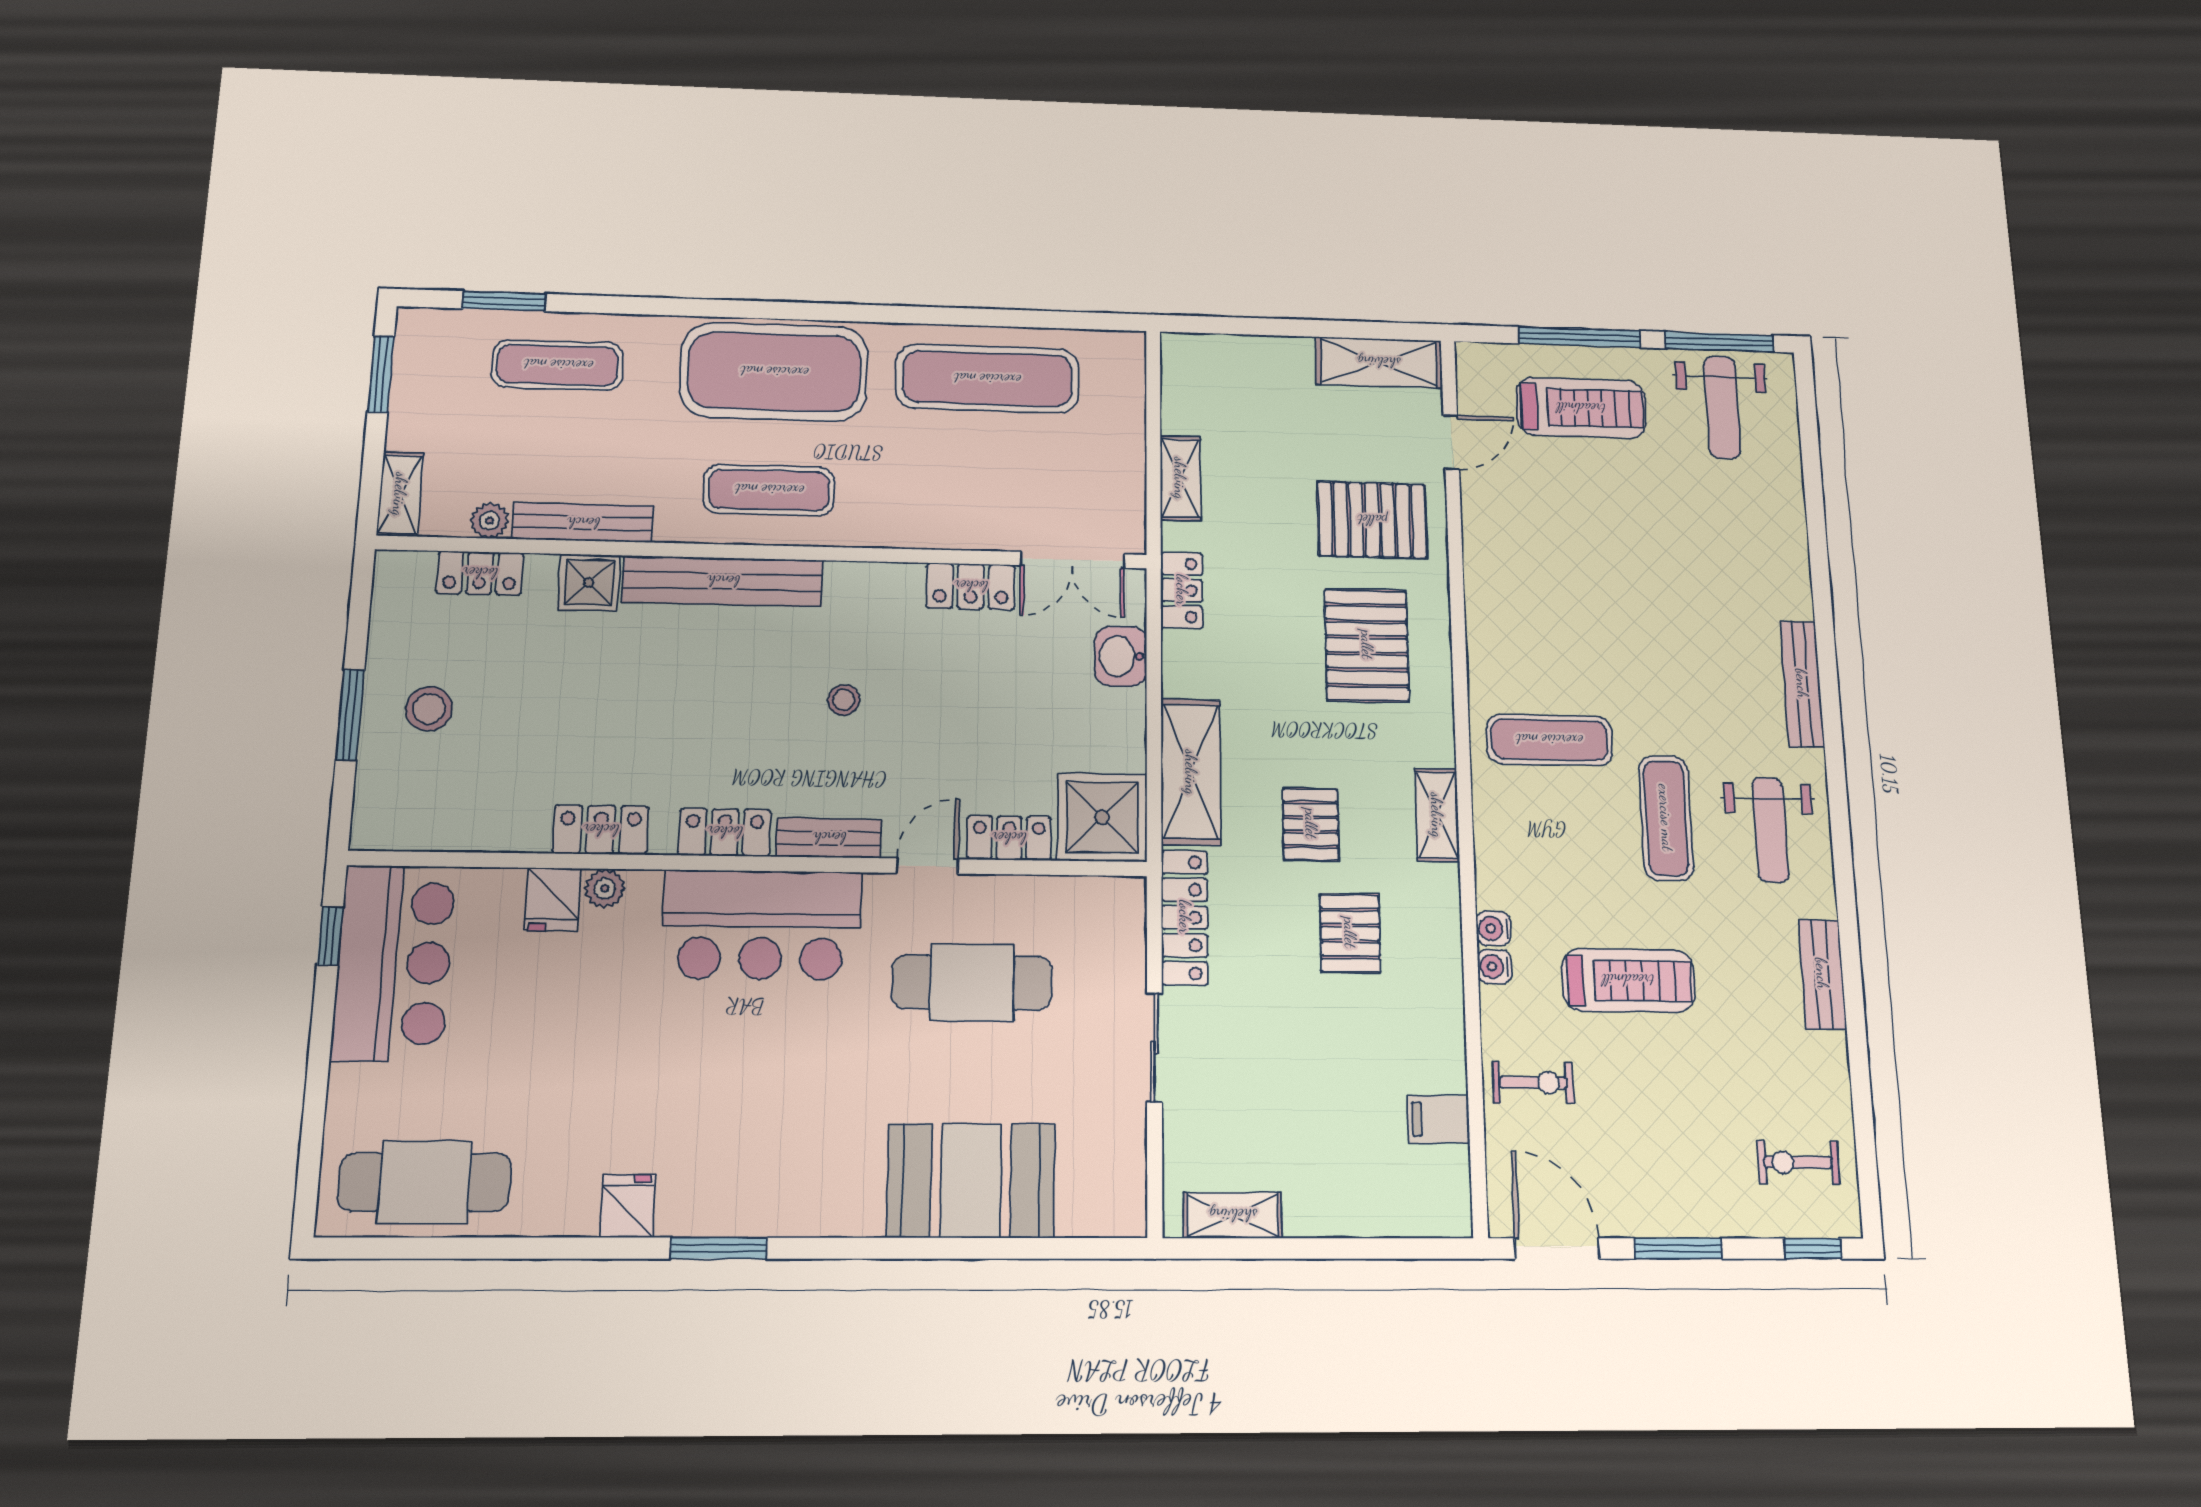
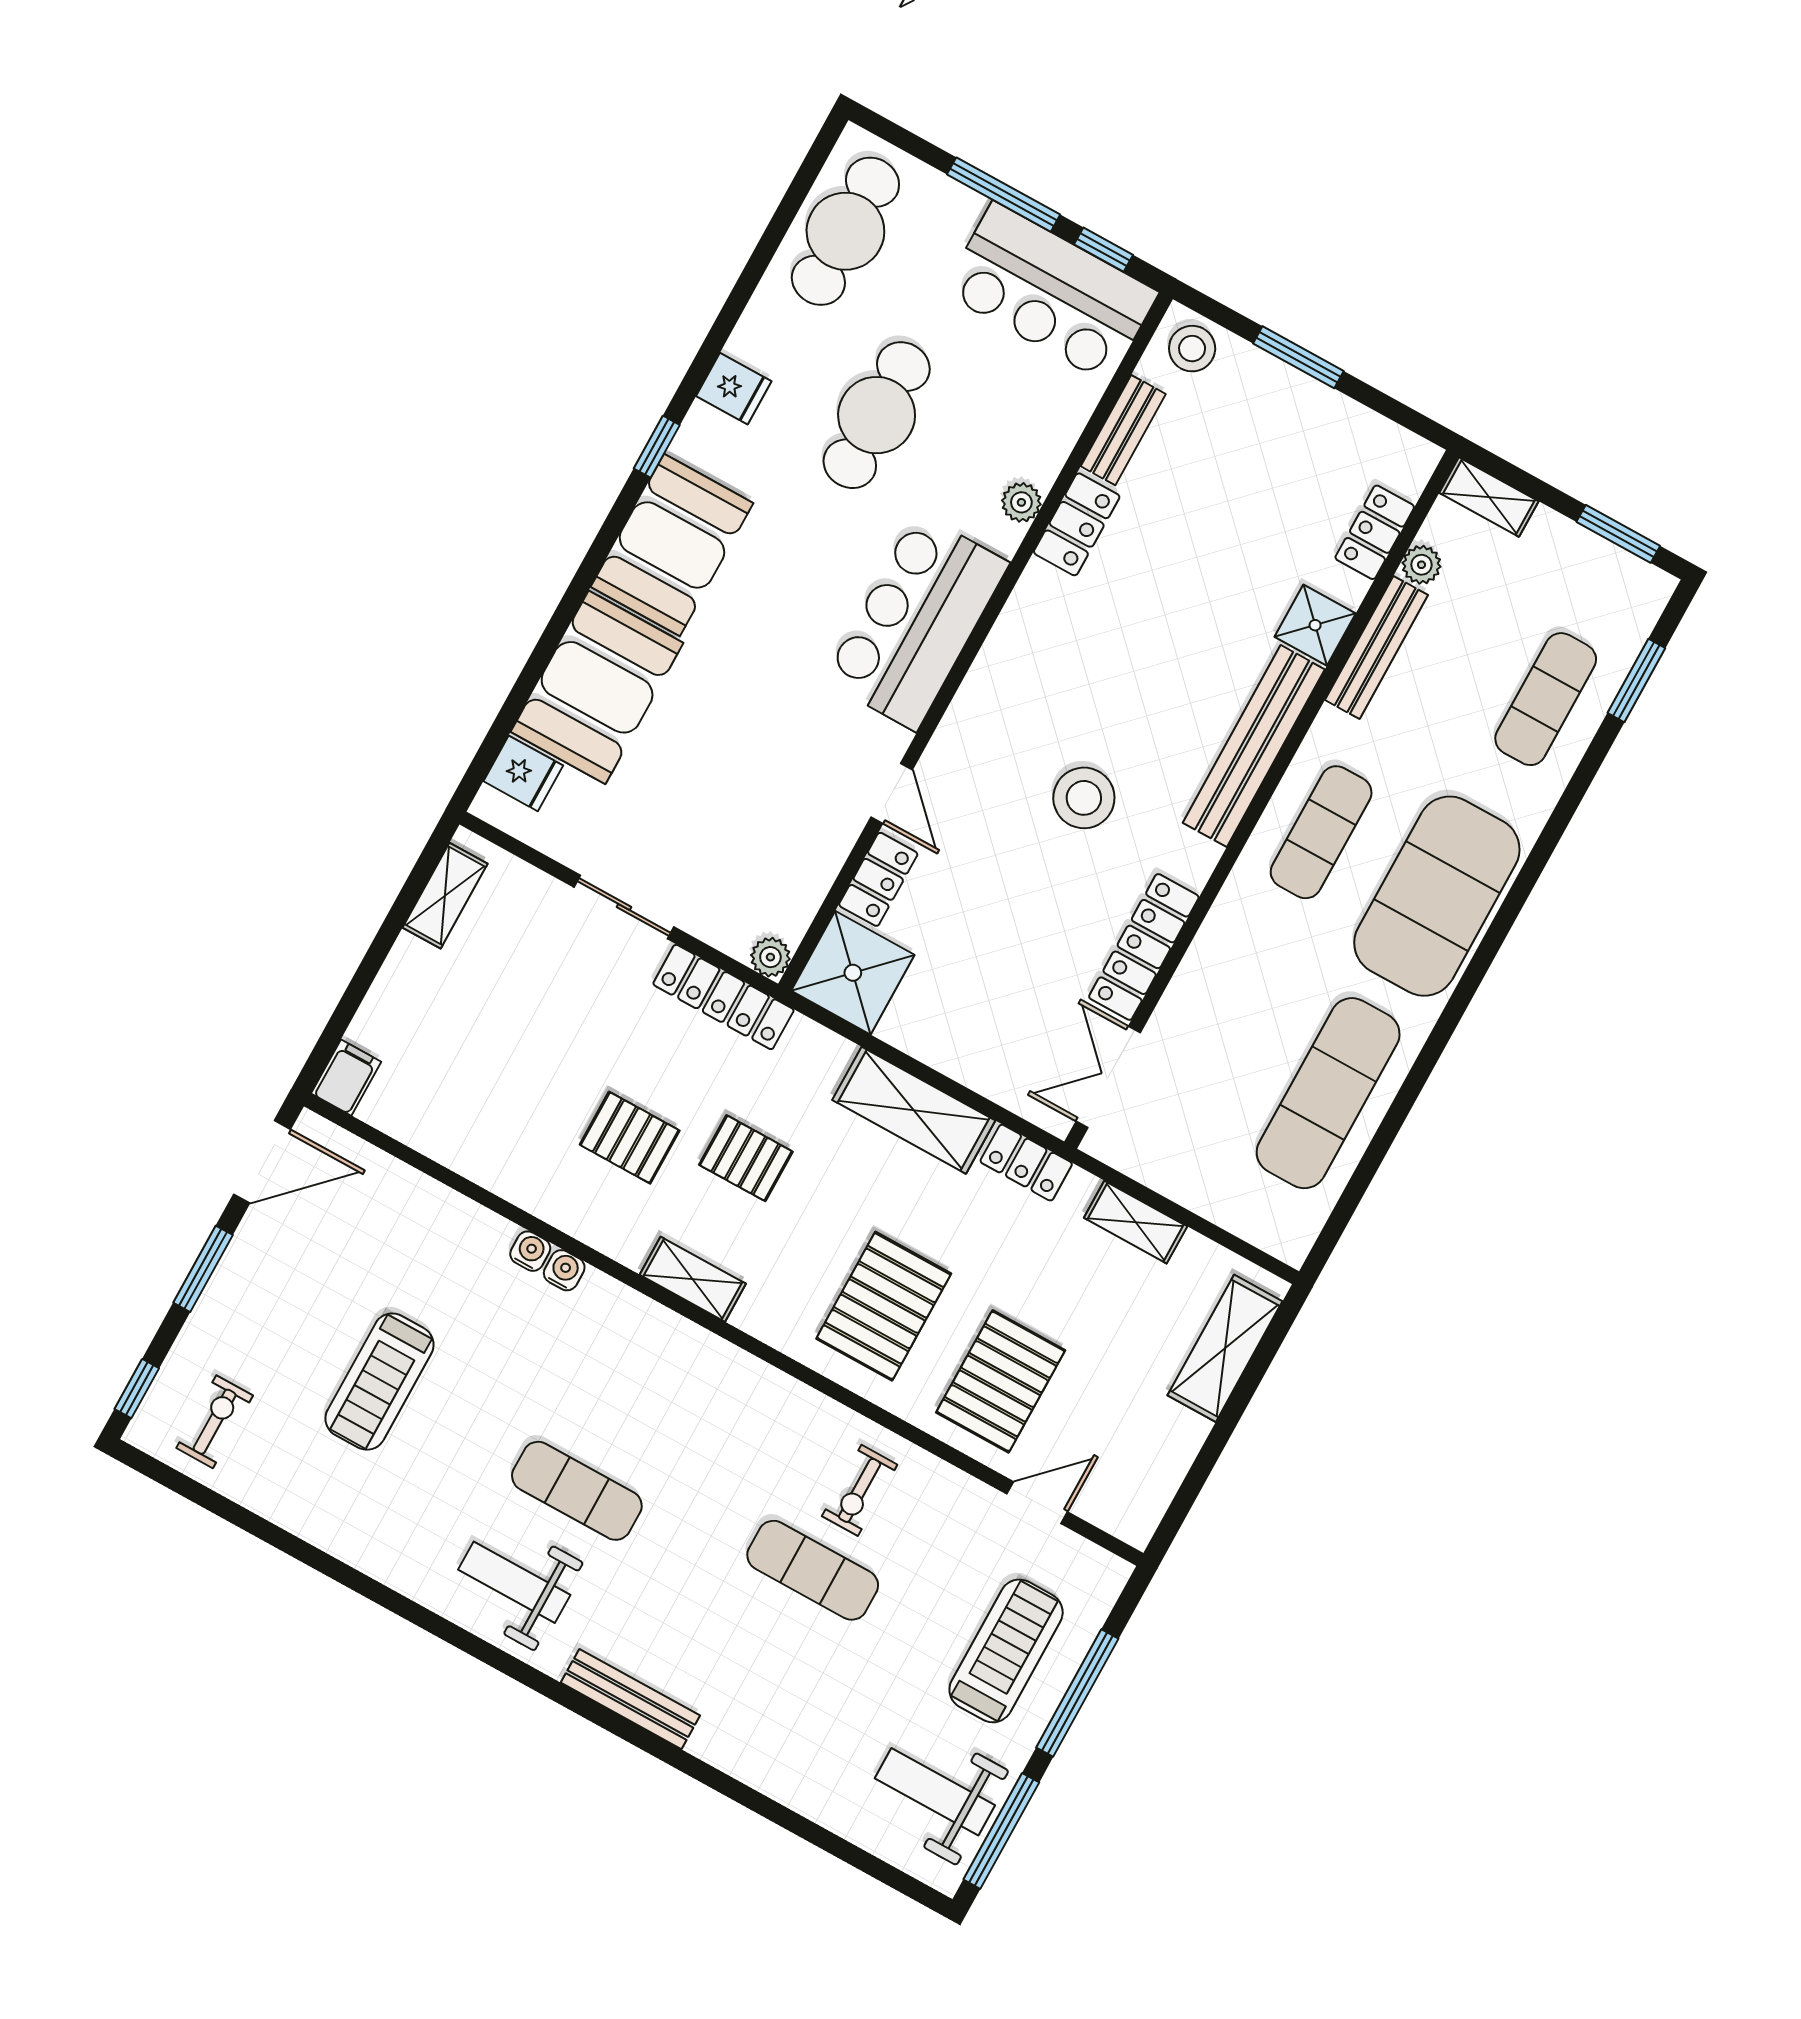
shelving: (1379, 362) -> (1225, 1348), moved
treadmill: (1581, 408) -> (1006, 1651), turned 180
door: (1451, 442) -> (1037, 1503), swing flipped
locker: (971, 586) -> (1144, 947), width x1.53
pallet: (1367, 645) -> (884, 1306), turned 90
washbasin: (1121, 656) -> (993, 1071), removed
stool: (844, 700) -> (1084, 798), width x1.89, depth x1.89
stool: (429, 709) -> (1192, 349), moved
exercise mat: (1549, 740) -> (813, 1570), moved, turned 90
shelving: (1191, 772) -> (914, 1110), moved
locker: (725, 832) -> (1017, 631), removed
bench: (829, 838) -> (1123, 430), moved
plant: (1128, 895) -> (770, 957), added
fridge: (553, 899) -> (523, 773), moved, turned 180
bench: (1822, 974) -> (361, 1548), removed
treadmill: (1628, 980) -> (380, 1382), moved
cafe table: (972, 982) -> (877, 415), moved
window: (319, 1054) -> (1004, 195), added
exercise bike: (1533, 1083) -> (860, 1490), moved
filing cabinet: (1438, 1119) -> (346, 1078), moved
booth: (804, 1183) -> (672, 545), added
window: (719, 1248) -> (657, 447), width x0.67

